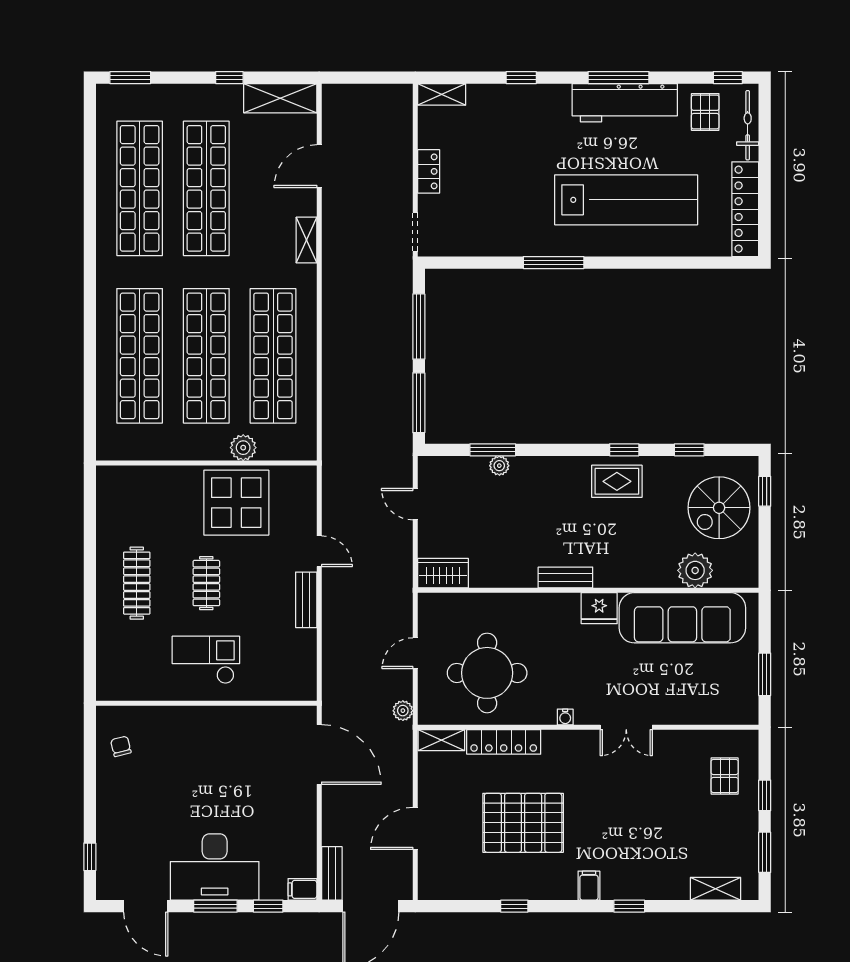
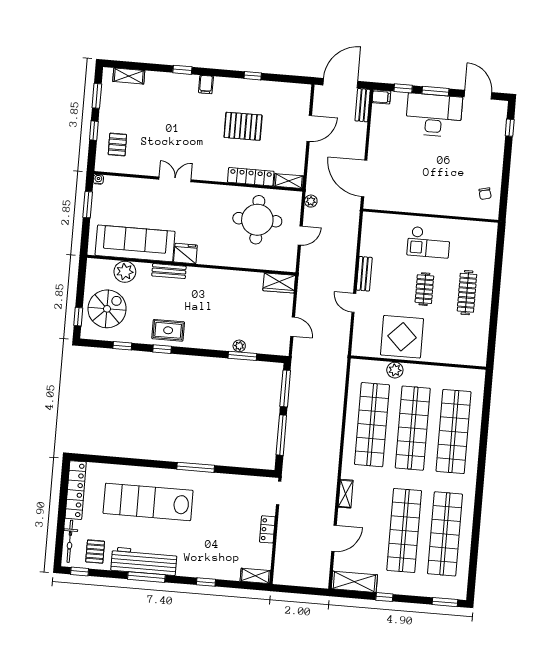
bench: (565, 578) -> (169, 271), moved
water cooler: (565, 717) -> (98, 179), moved
pallet: (523, 823) -> (243, 126), width x0.73, depth x0.71

